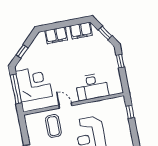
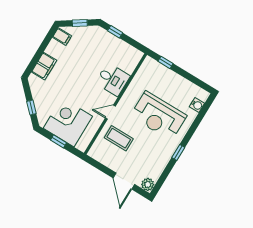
filing cabinet: (81, 31) -> (62, 37), width x0.50
desk: (92, 87) -> (113, 79), width x0.73
window: (16, 89) -> (59, 141), width x0.46

